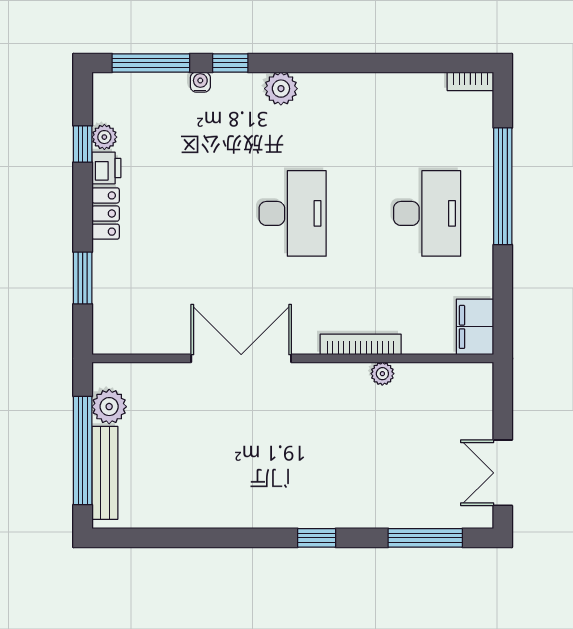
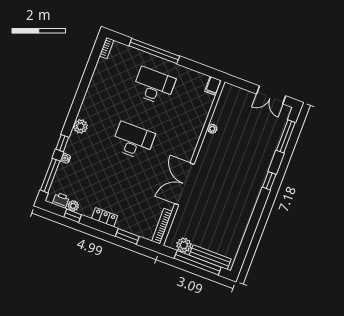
printer: (106, 168) -> (61, 200), moved
filing cabinet: (475, 327) -> (213, 86), width x0.50
bookcase: (361, 344) -> (162, 226), moved

